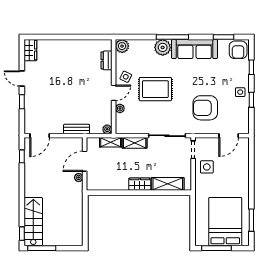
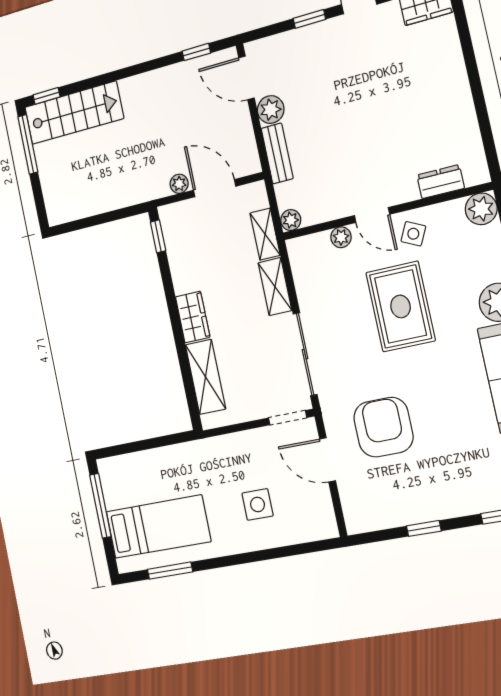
side table: (240, 92) -> (435, 500), removed
plant: (57, 128) -> (271, 110), added
door: (229, 136) -> (328, 460), moved
side table: (207, 167) -> (258, 505), moved
window: (100, 193) -> (158, 236), added
bed: (225, 222) -> (158, 527), width x0.67

